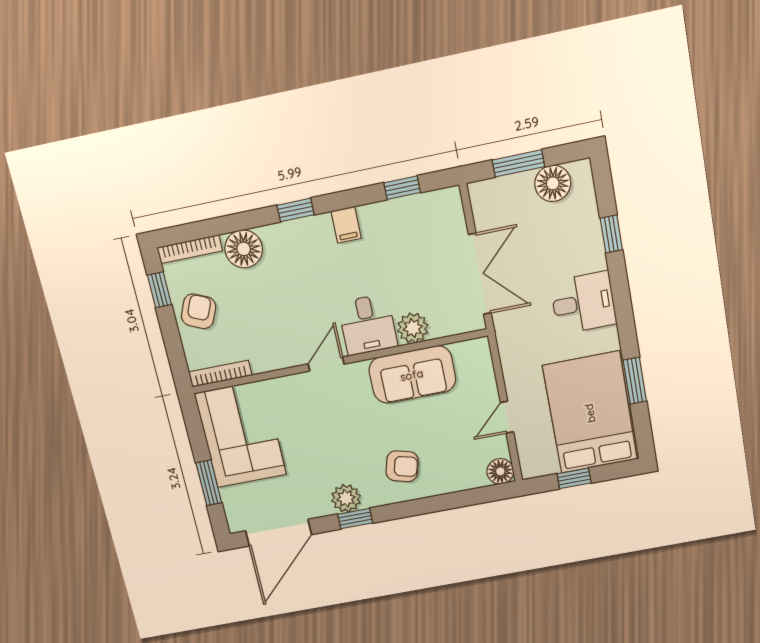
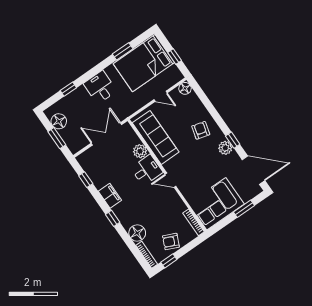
filing cabinet: (346, 225) -> (110, 196), width x2.00
sofa: (412, 375) -> (156, 137), width x1.36

